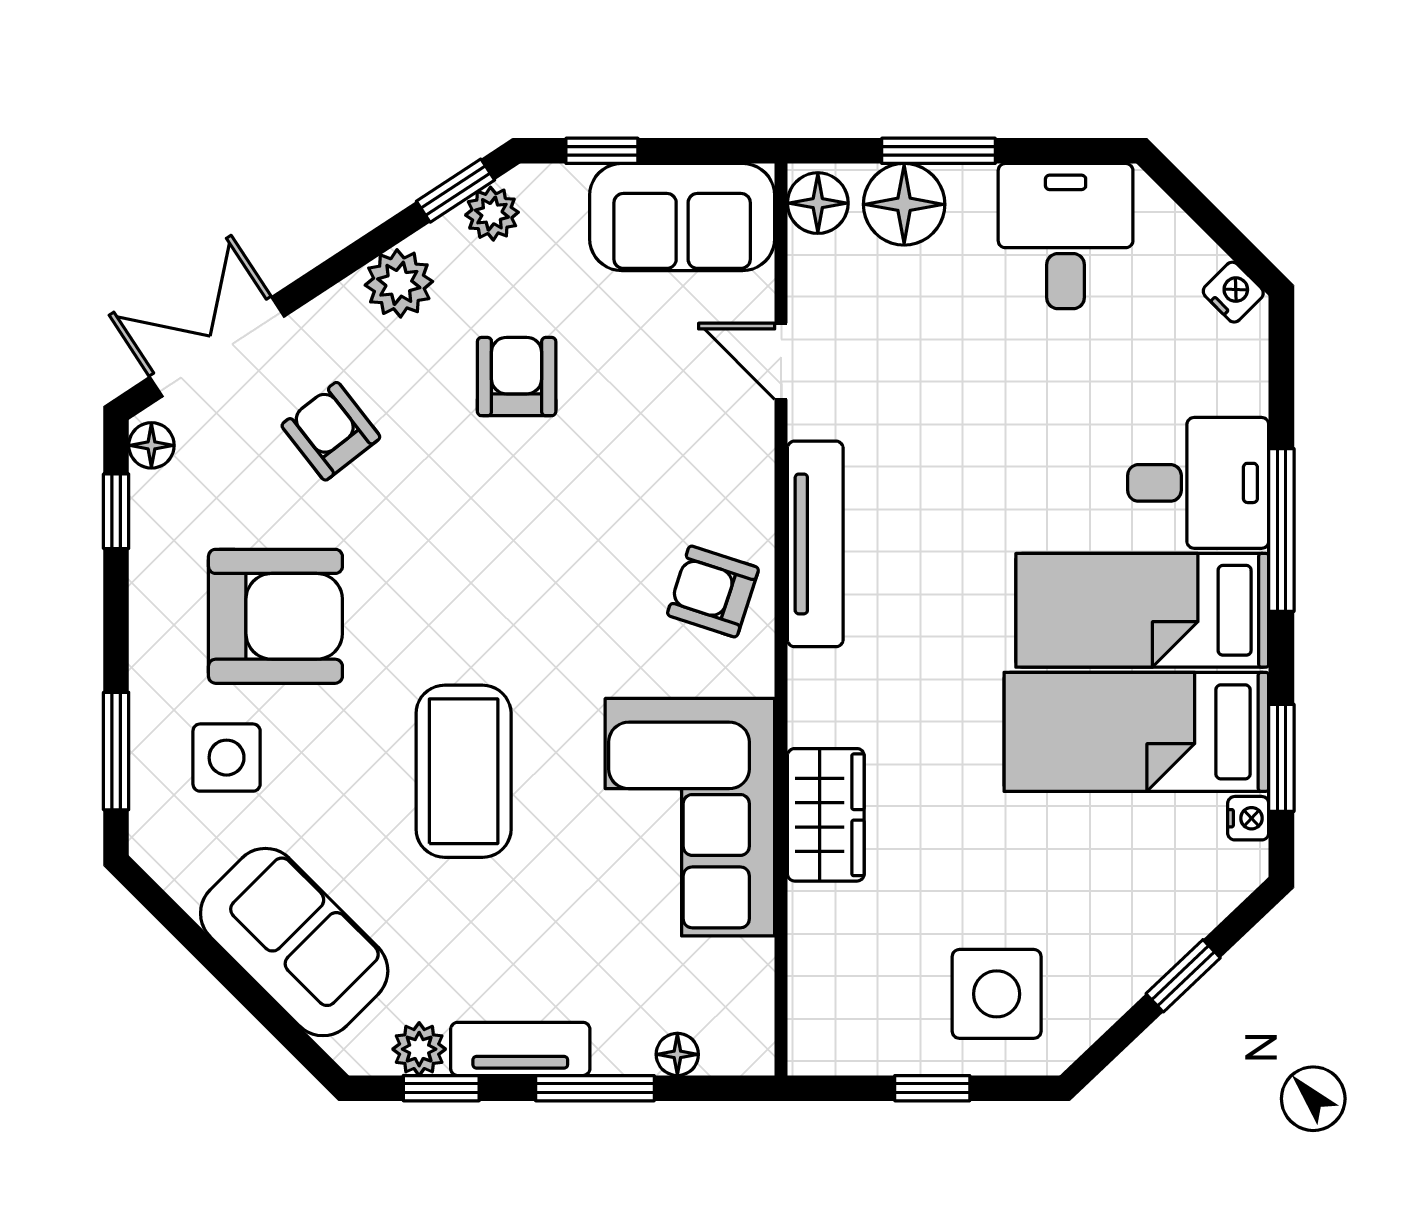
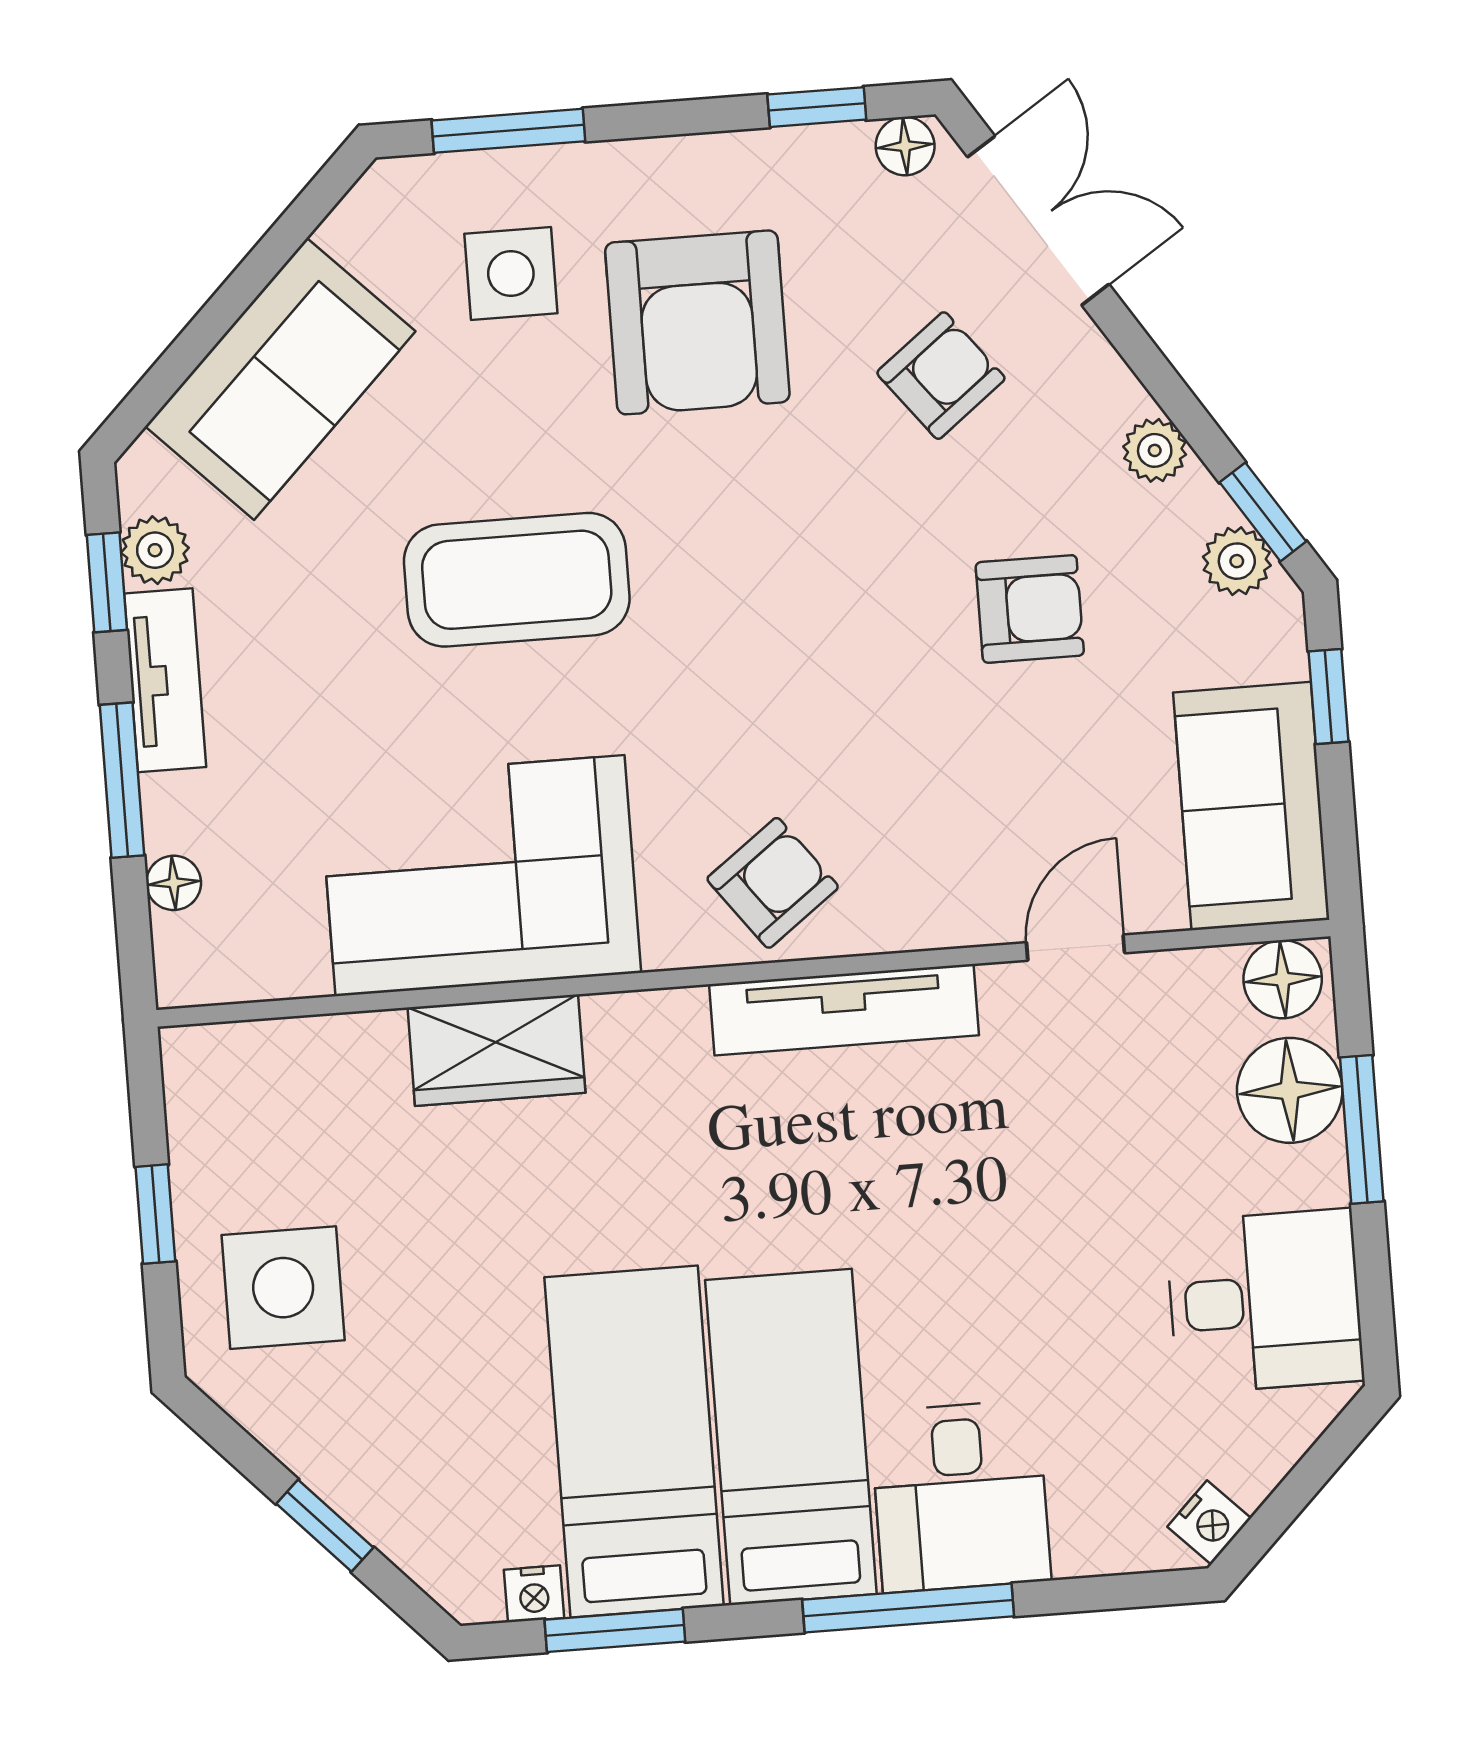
plant: (399, 283) -> (1155, 450), width x0.73, depth x0.73
armchair: (713, 591) -> (773, 883), turned 35

